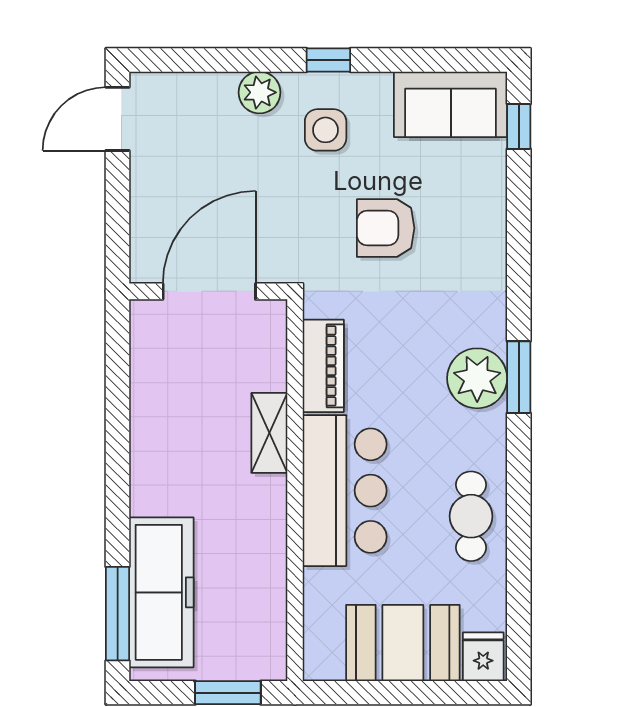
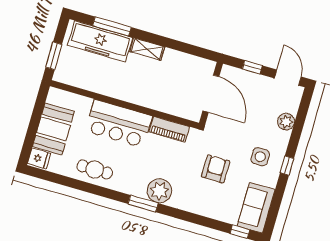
plant: (259, 92) -> (286, 122), moved
window: (118, 211) -> (252, 67), added
plant: (477, 378) -> (159, 191), moved
shelving: (269, 433) -> (147, 49), moved
window: (118, 614) -> (112, 26), moved

